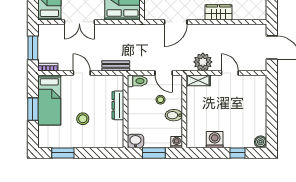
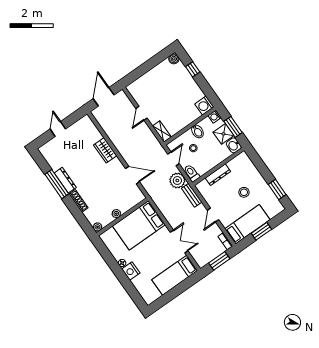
plant: (203, 62) -> (177, 180), moved
shower: (154, 139) -> (223, 134), added
washing machine: (215, 140) -> (204, 105), moved

